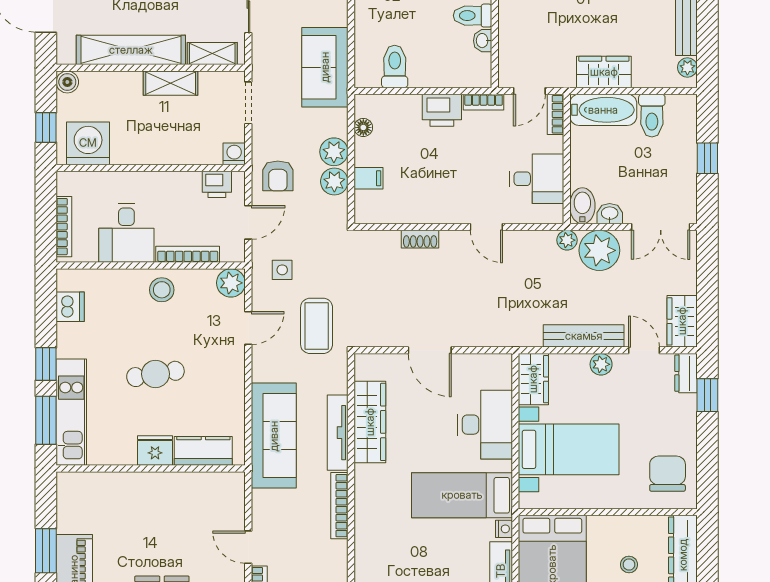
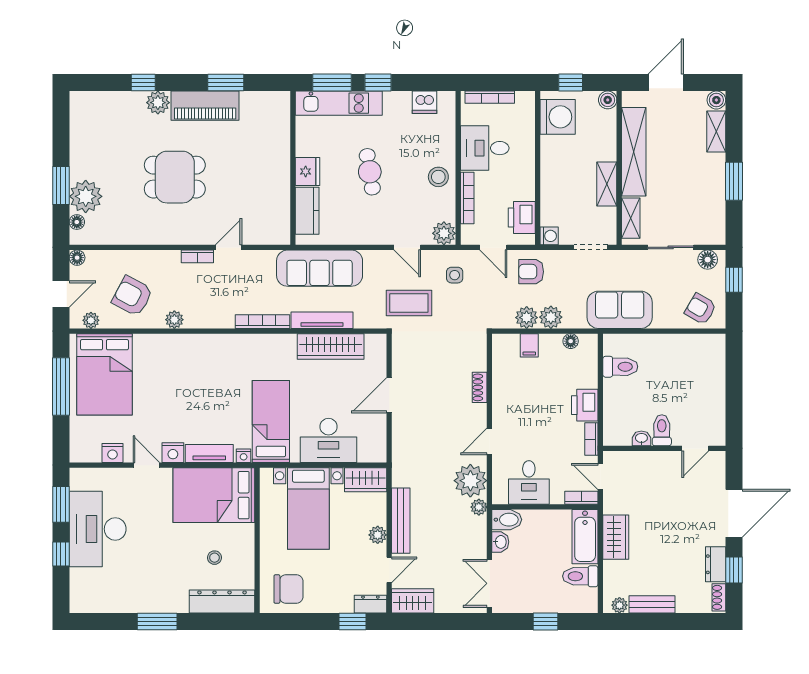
printer: (217, 184) -> (522, 217), width x1.36, depth x1.24
plant: (599, 250) -> (470, 481), moved

